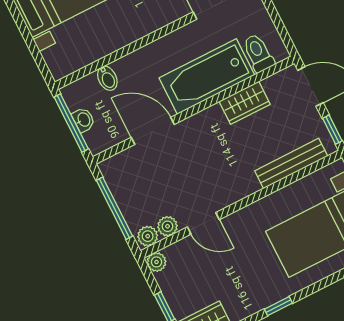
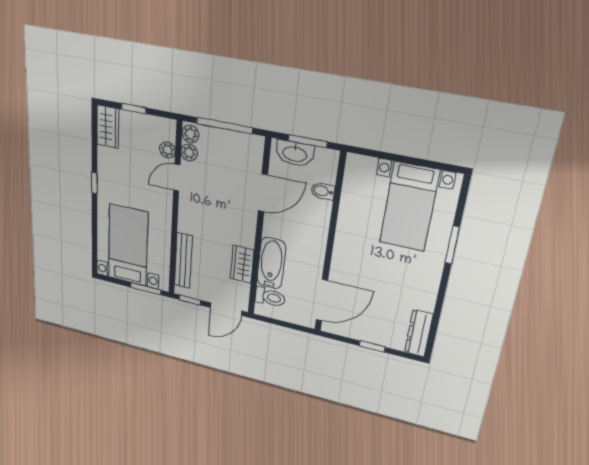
bathtub: (207, 76) -> (271, 263), width x0.73, depth x0.73
washbasin: (83, 120) -> (295, 154), width x1.91, depth x1.45
window: (71, 123) -> (308, 141), width x0.69
plant: (156, 262) -> (167, 150), moved

